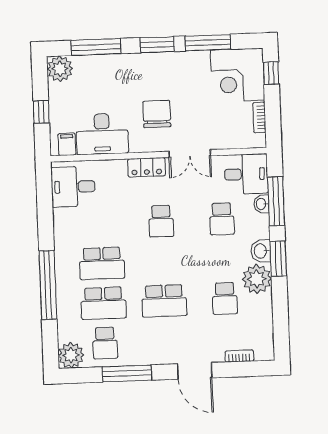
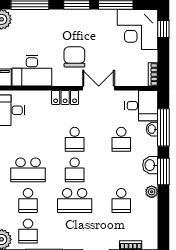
bookcase: (259, 118) -> (153, 74), moved
double door: (190, 154) -> (99, 88), swing flipped
school desk: (163, 261) -> (75, 170), added
plant: (257, 279) -> (152, 192), width x0.53, depth x0.53
school desk: (104, 303) -> (28, 200), width x0.54

